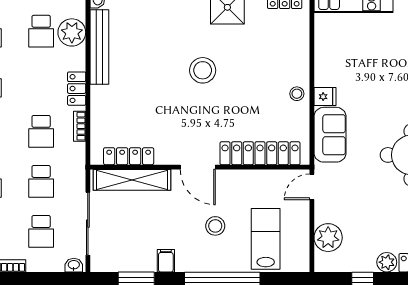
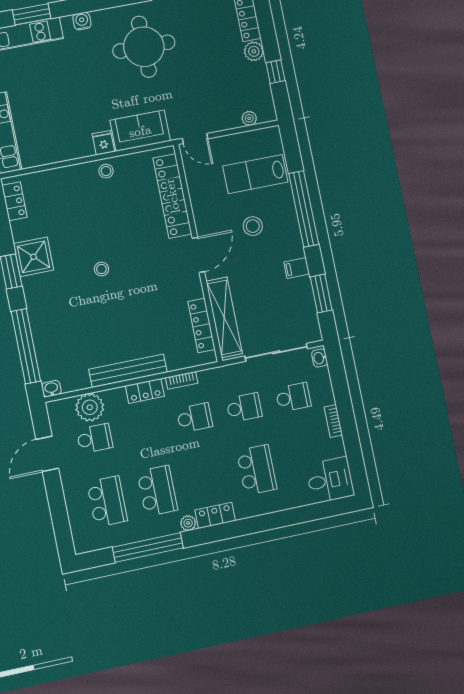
bench: (99, 47) -> (128, 371), moved
stool: (203, 70) -> (101, 269), width x0.53, depth x0.53
plant: (328, 238) -> (249, 118), width x0.53, depth x0.53

